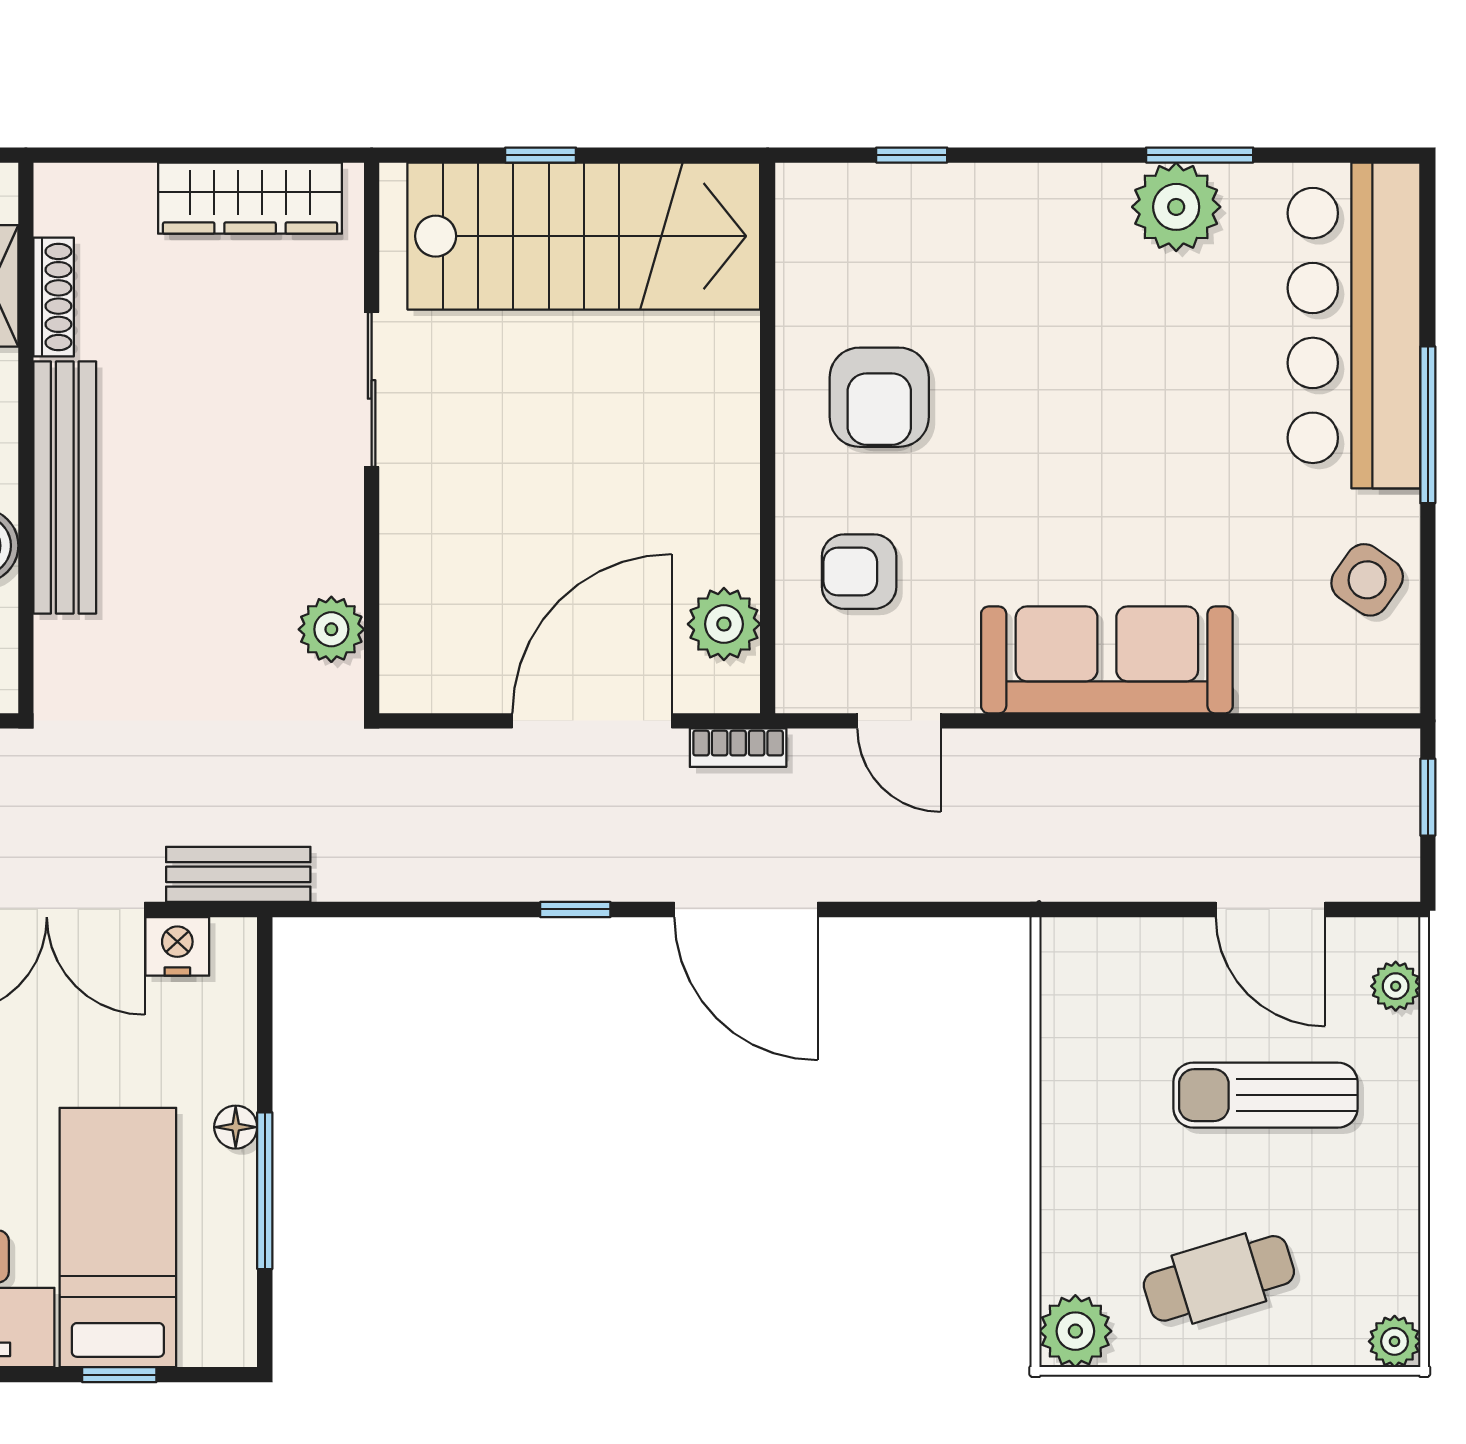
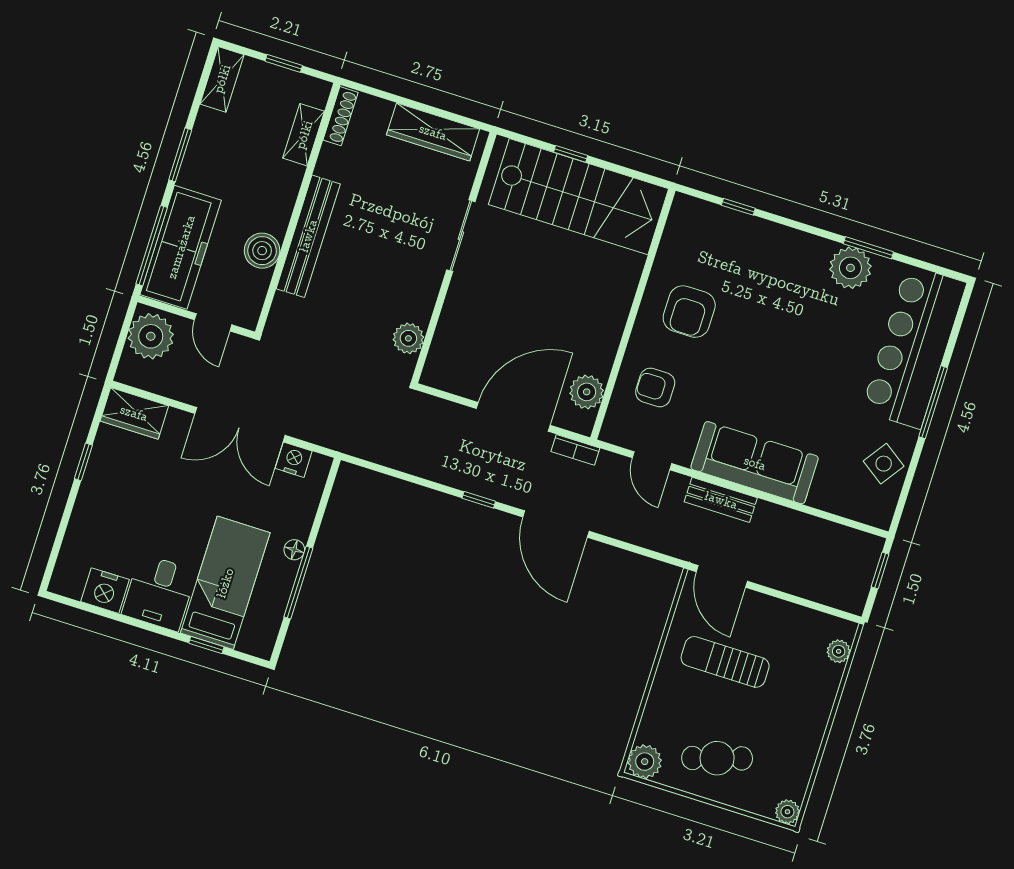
shoe rack: (54, 297) -> (340, 116), moved
bench: (238, 874) -> (721, 500), moved
door: (1271, 909) -> (722, 576), moved
sun lounger: (1266, 1095) -> (725, 662), moved

